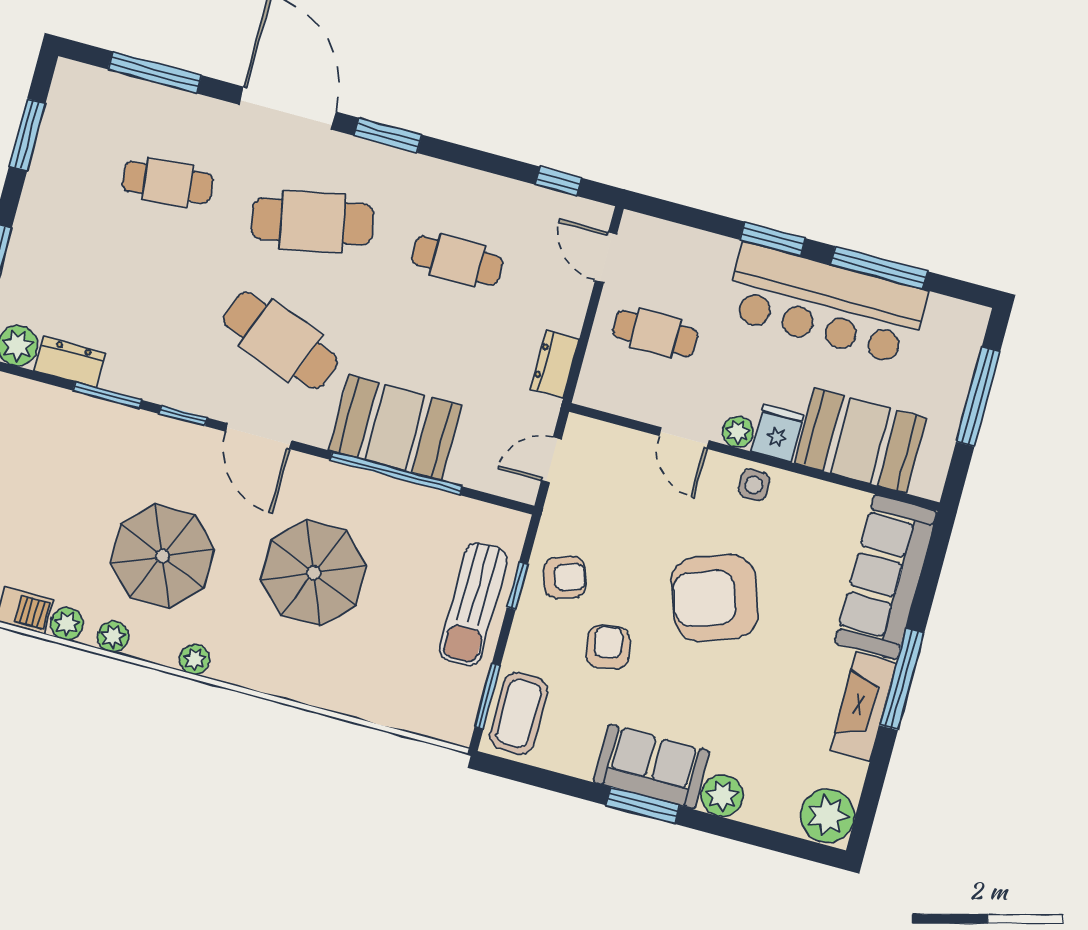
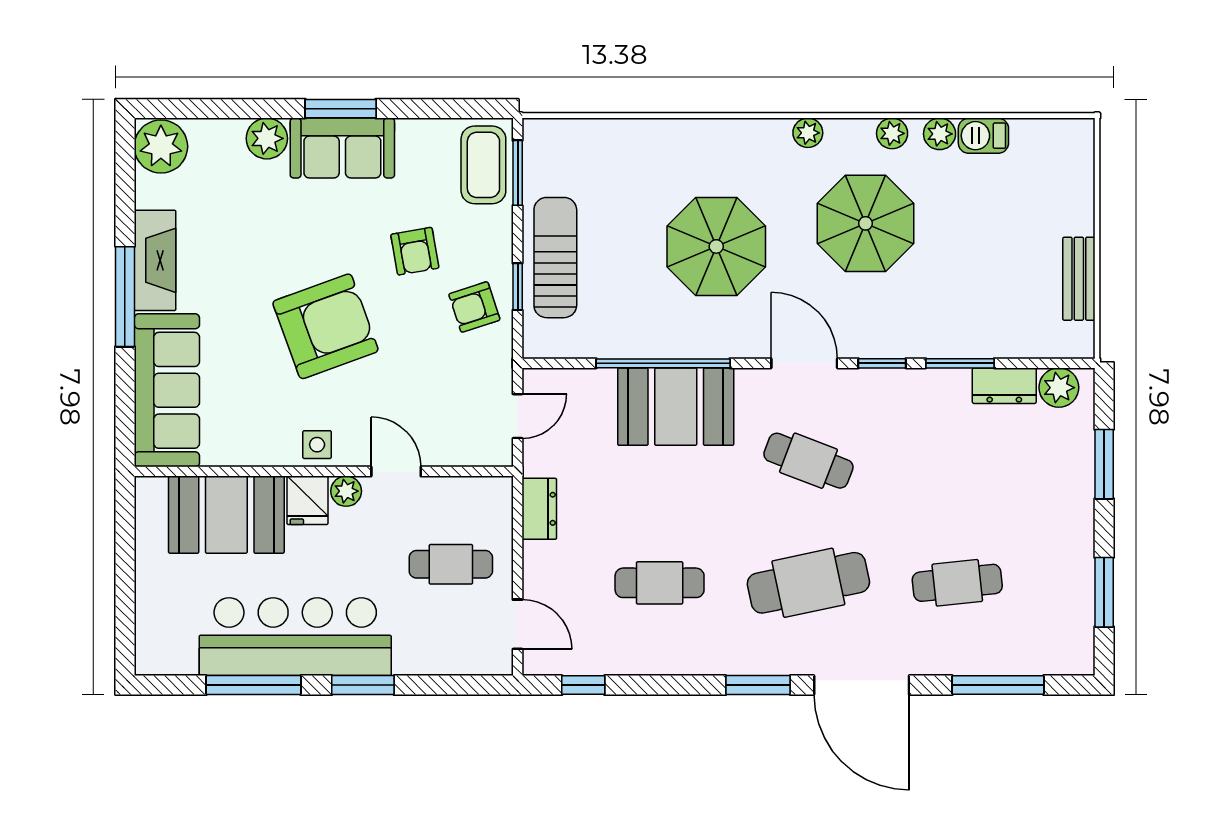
cafe table: (280, 340) -> (808, 461), width x0.73, depth x0.74
window: (978, 397) -> (125, 587), removed

